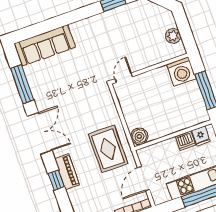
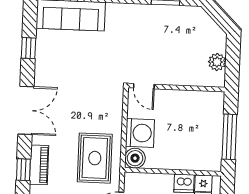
washing machine: (181, 72) -> (140, 133), moved, turned -90
door: (124, 78) -> (144, 86), swing flipped
window: (22, 84) -> (29, 48), width x0.46

